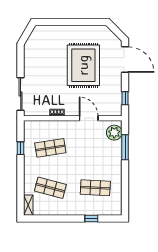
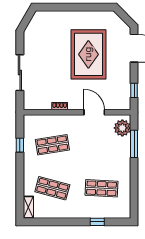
sliding door: (21, 94) -> (20, 73), moved

